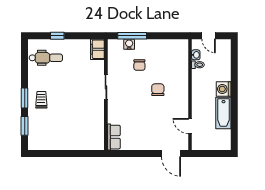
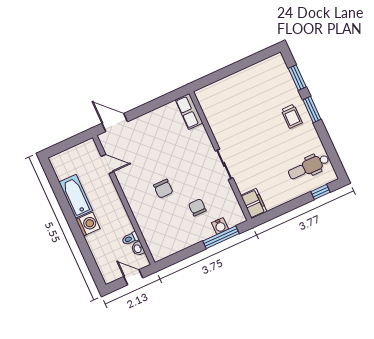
window: (57, 36) -> (321, 192), moved

